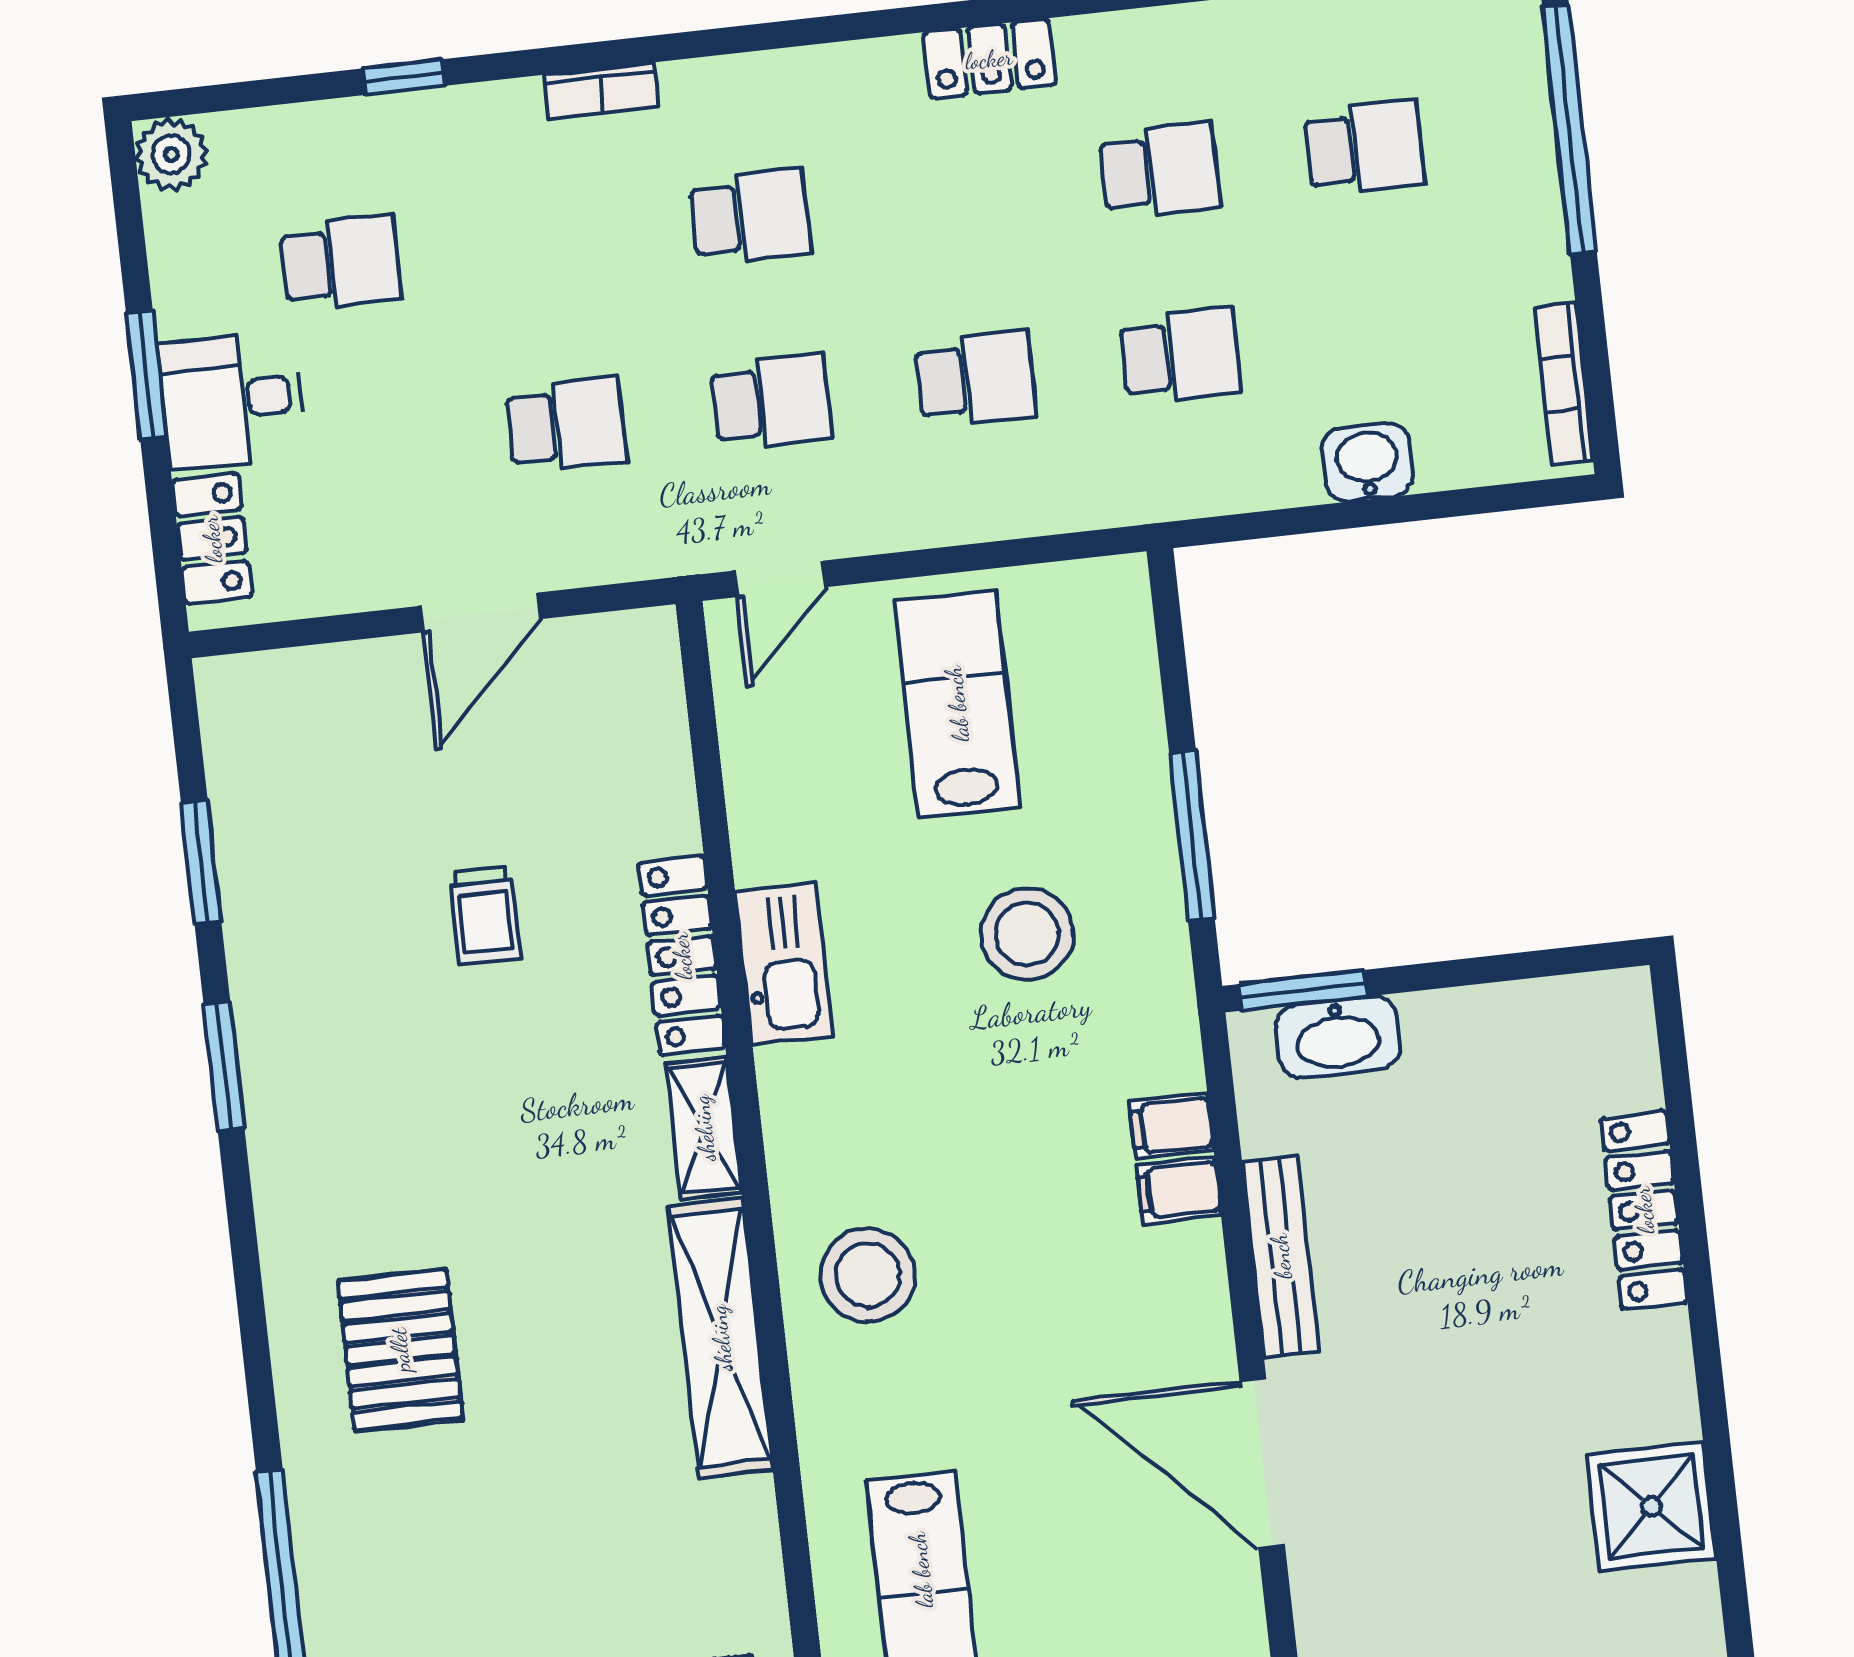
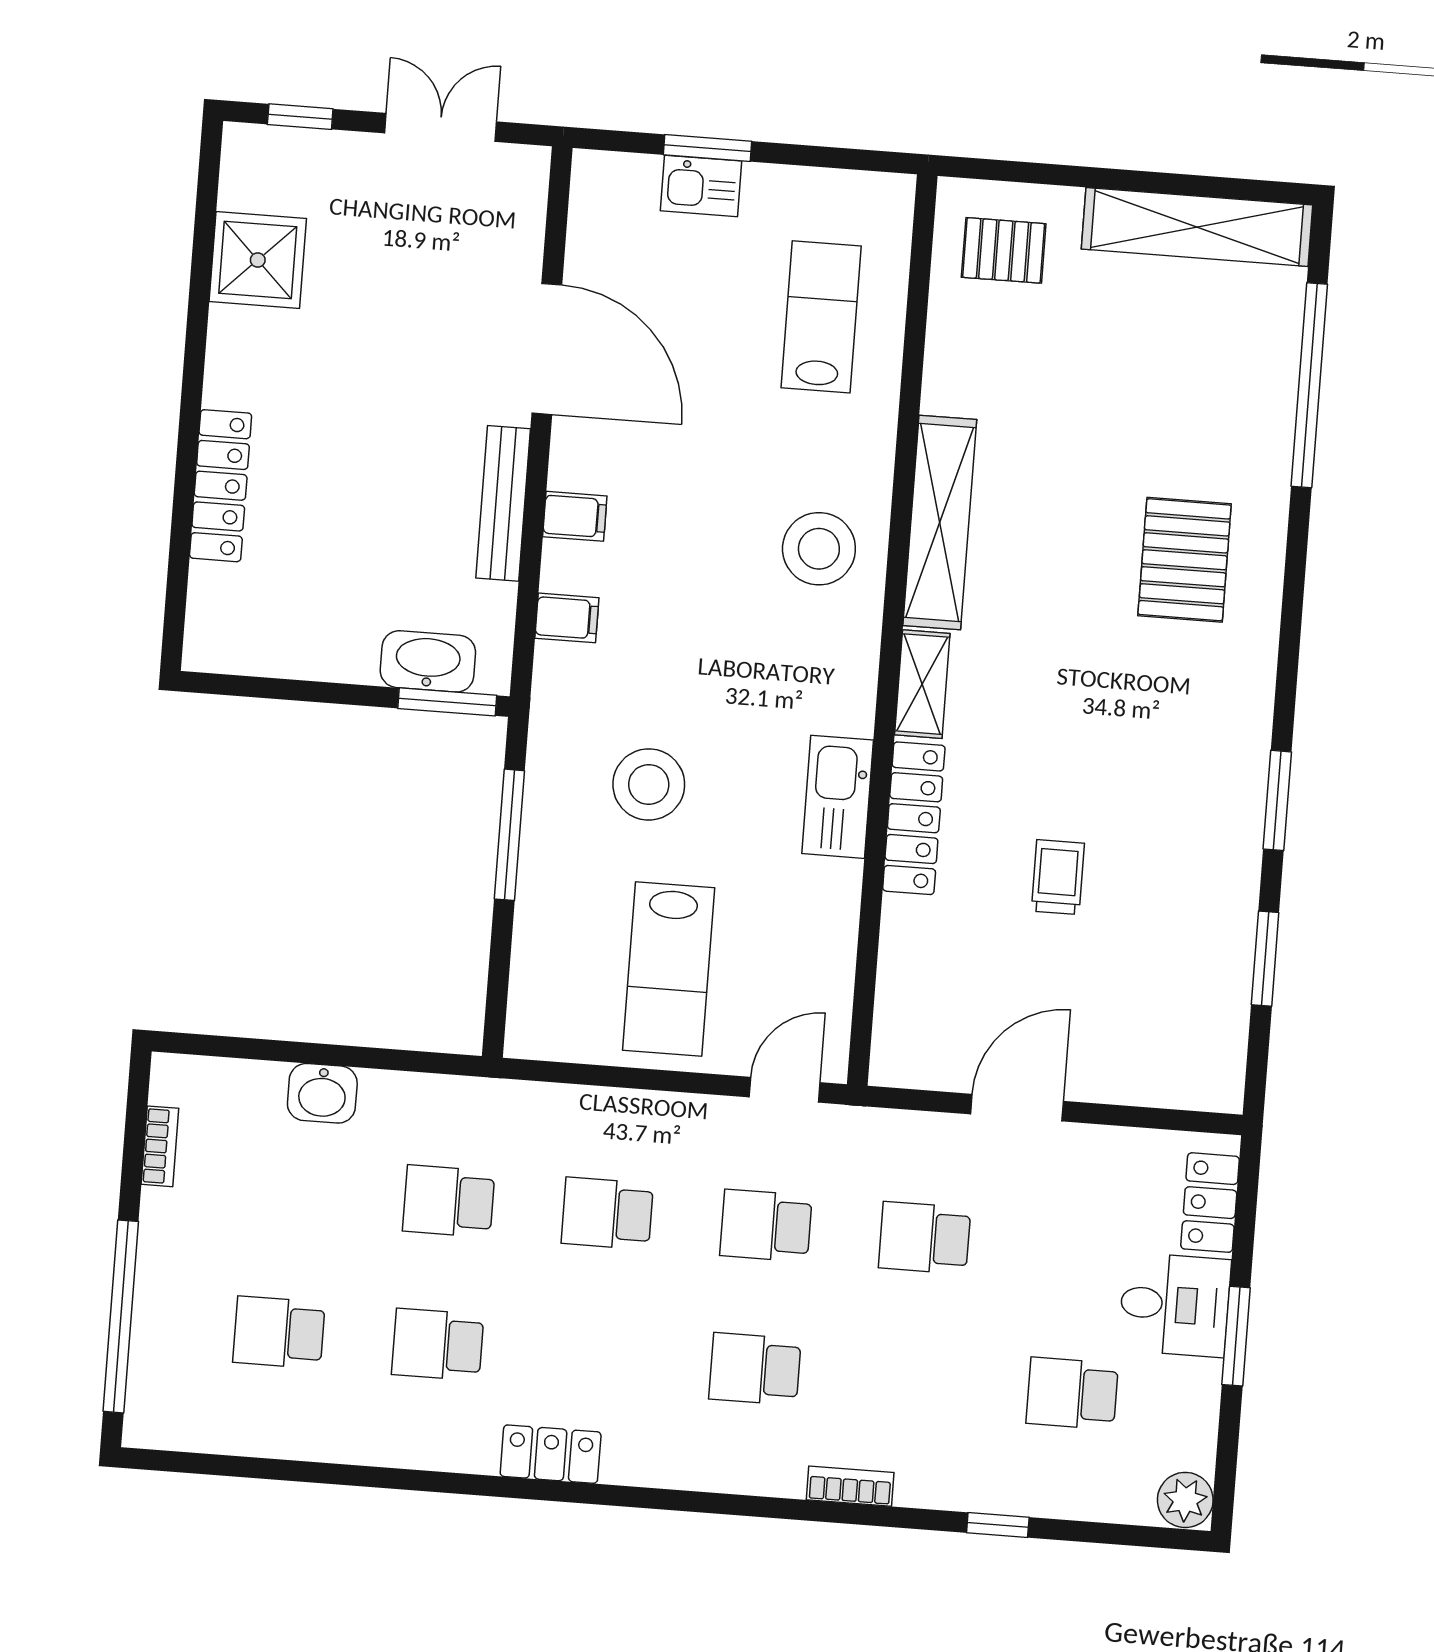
bookcase: (1564, 384) -> (160, 1146), width x0.64
filing cabinet: (1179, 1190) -> (575, 516), moved

